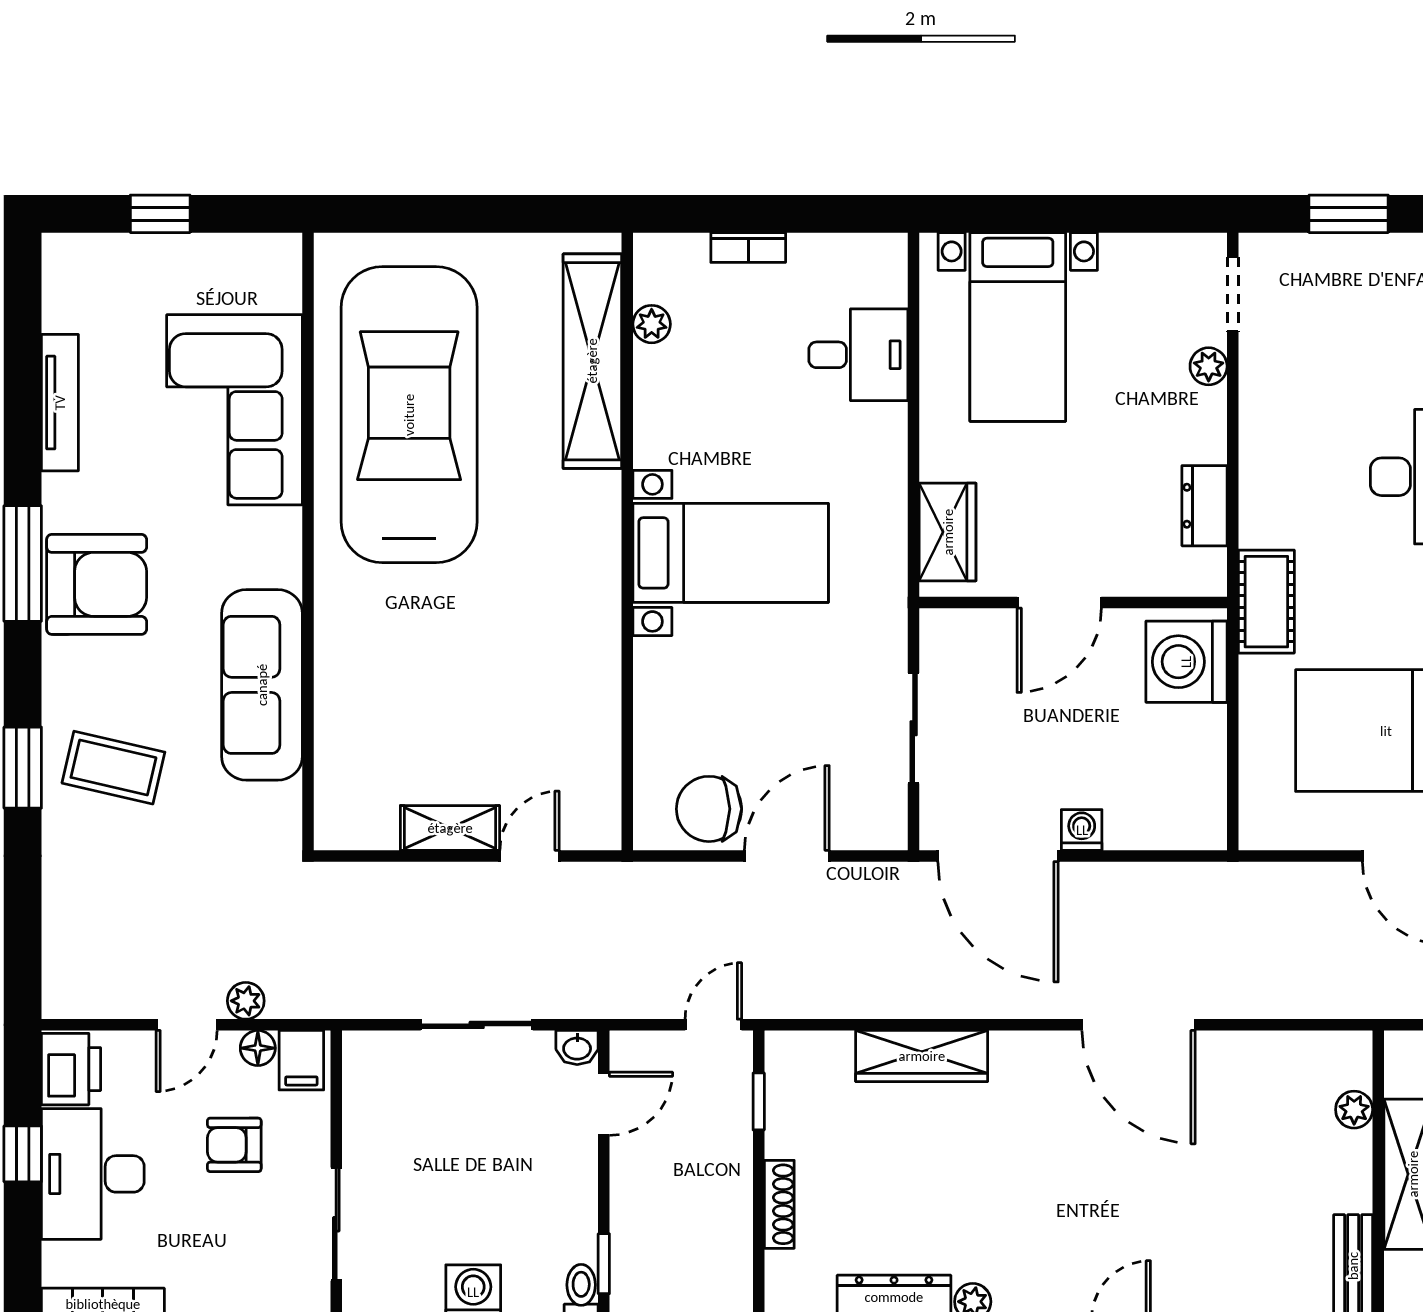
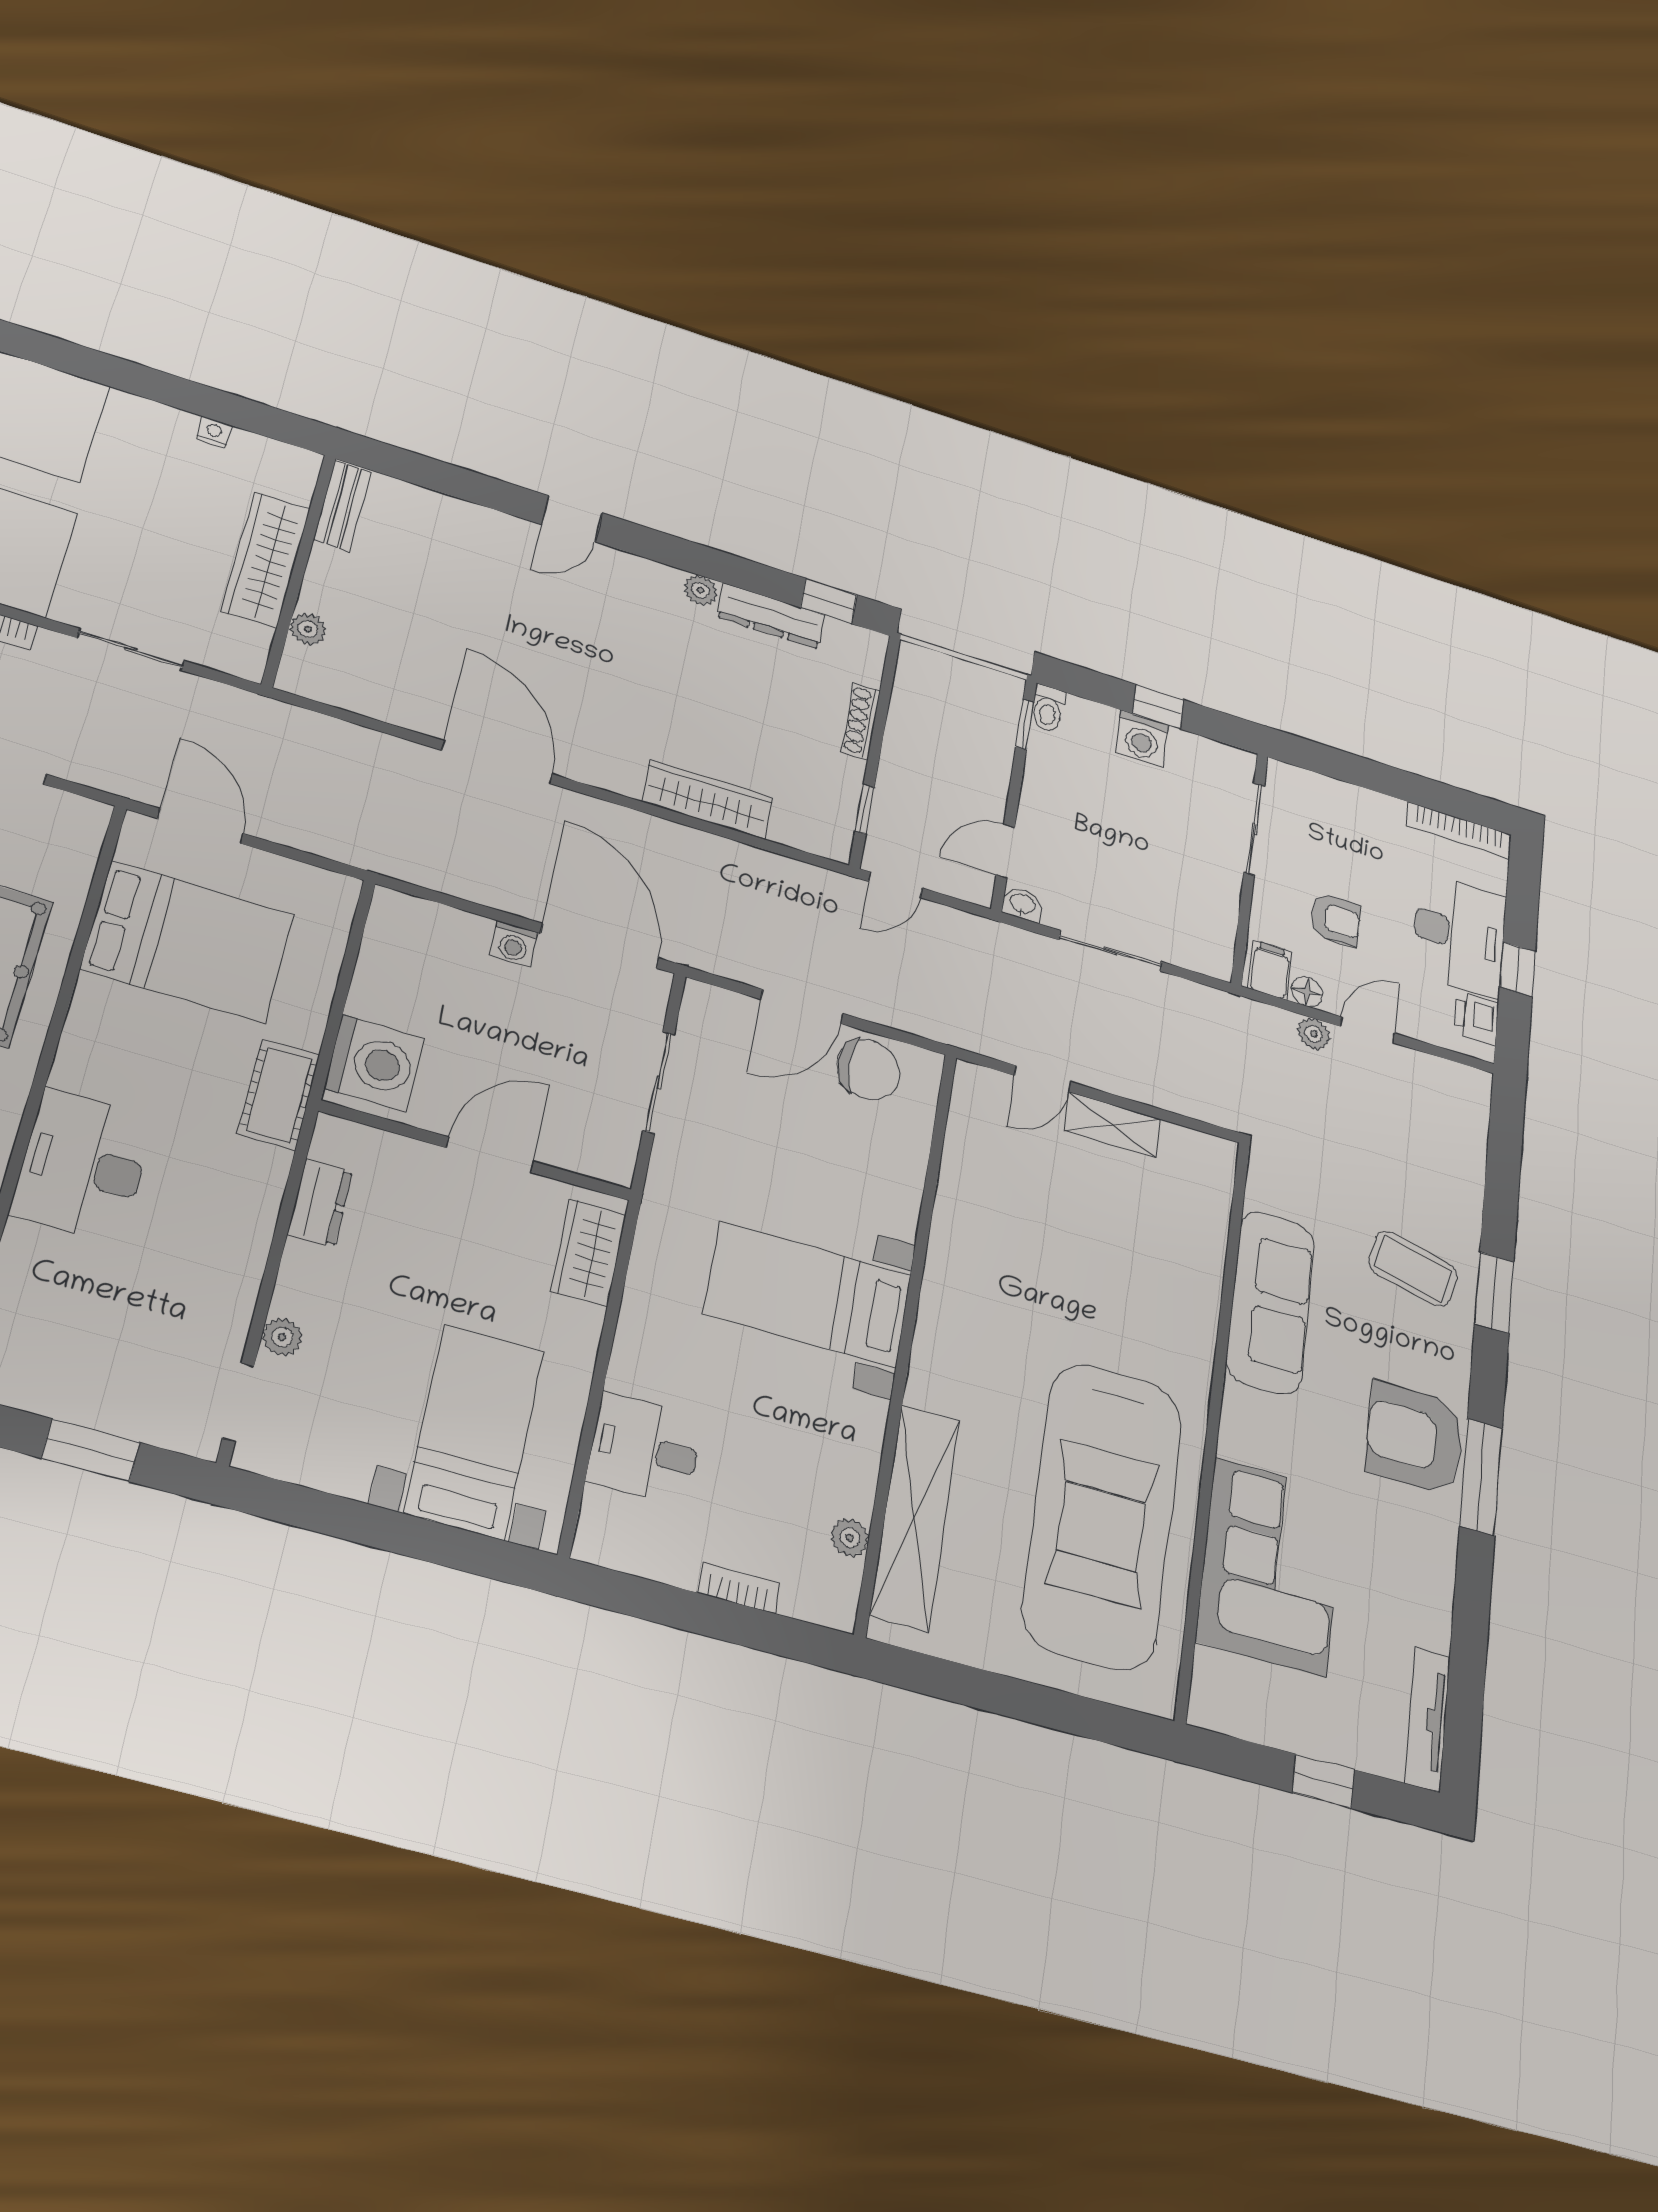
tv unit: (60, 403) -> (1427, 1720), moved
printer: (71, 1069) -> (1477, 1018), width x0.73, depth x0.81

